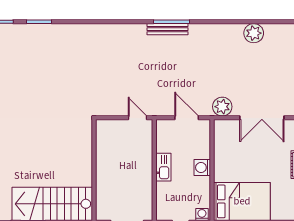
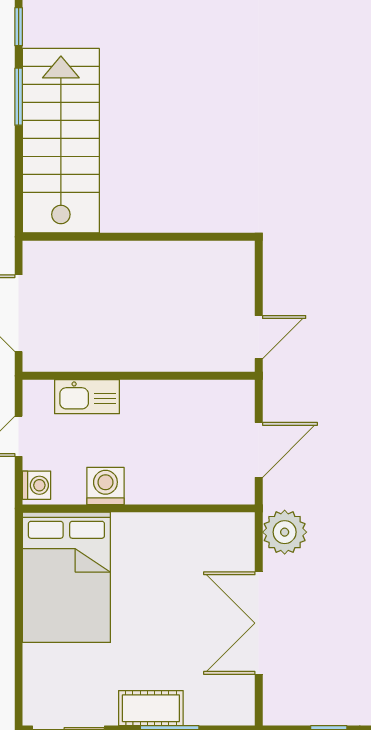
kitchen sink: (163, 167) -> (87, 397), moved
washing machine: (202, 168) -> (105, 486), moved

